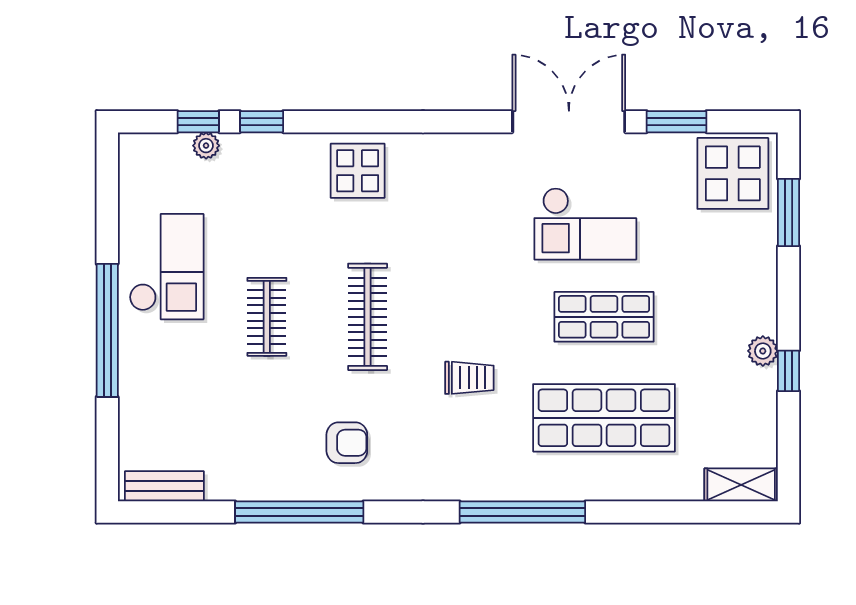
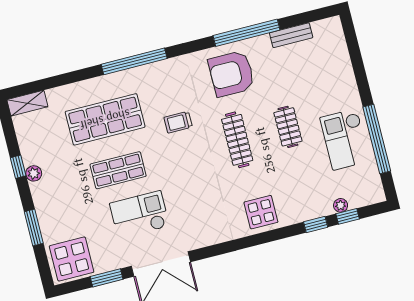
window: (789, 212) -> (34, 228), moved
window: (107, 330) -> (377, 139), moved
armchair: (347, 443) -> (231, 74), width x1.88, depth x1.88
bench: (164, 486) -> (291, 35), moved

